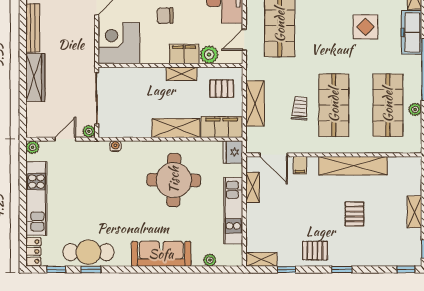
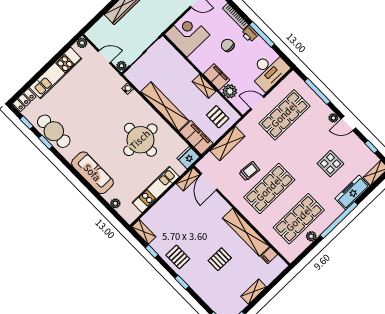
shelving: (176, 128) -> (165, 106), width x1.47
filing cabinet: (300, 165) -> (269, 255), moved
shelving: (253, 187) -> (188, 179), moved

